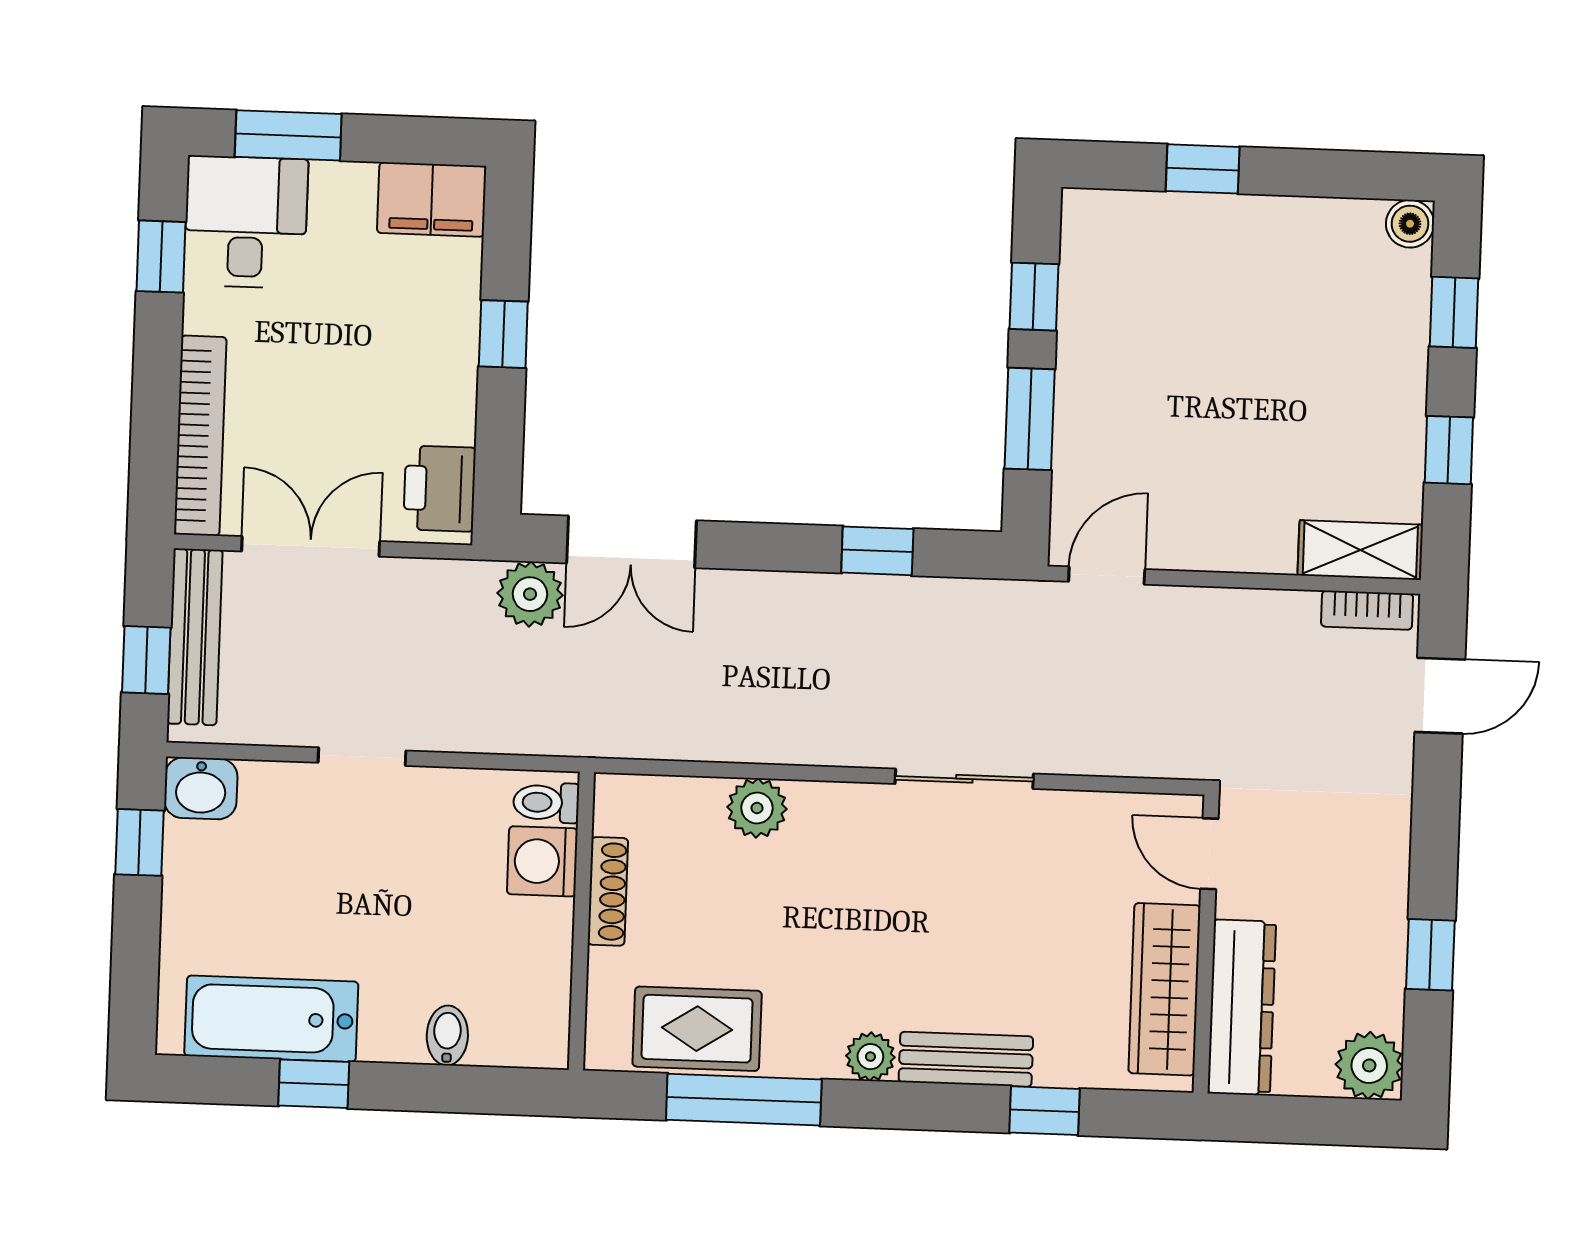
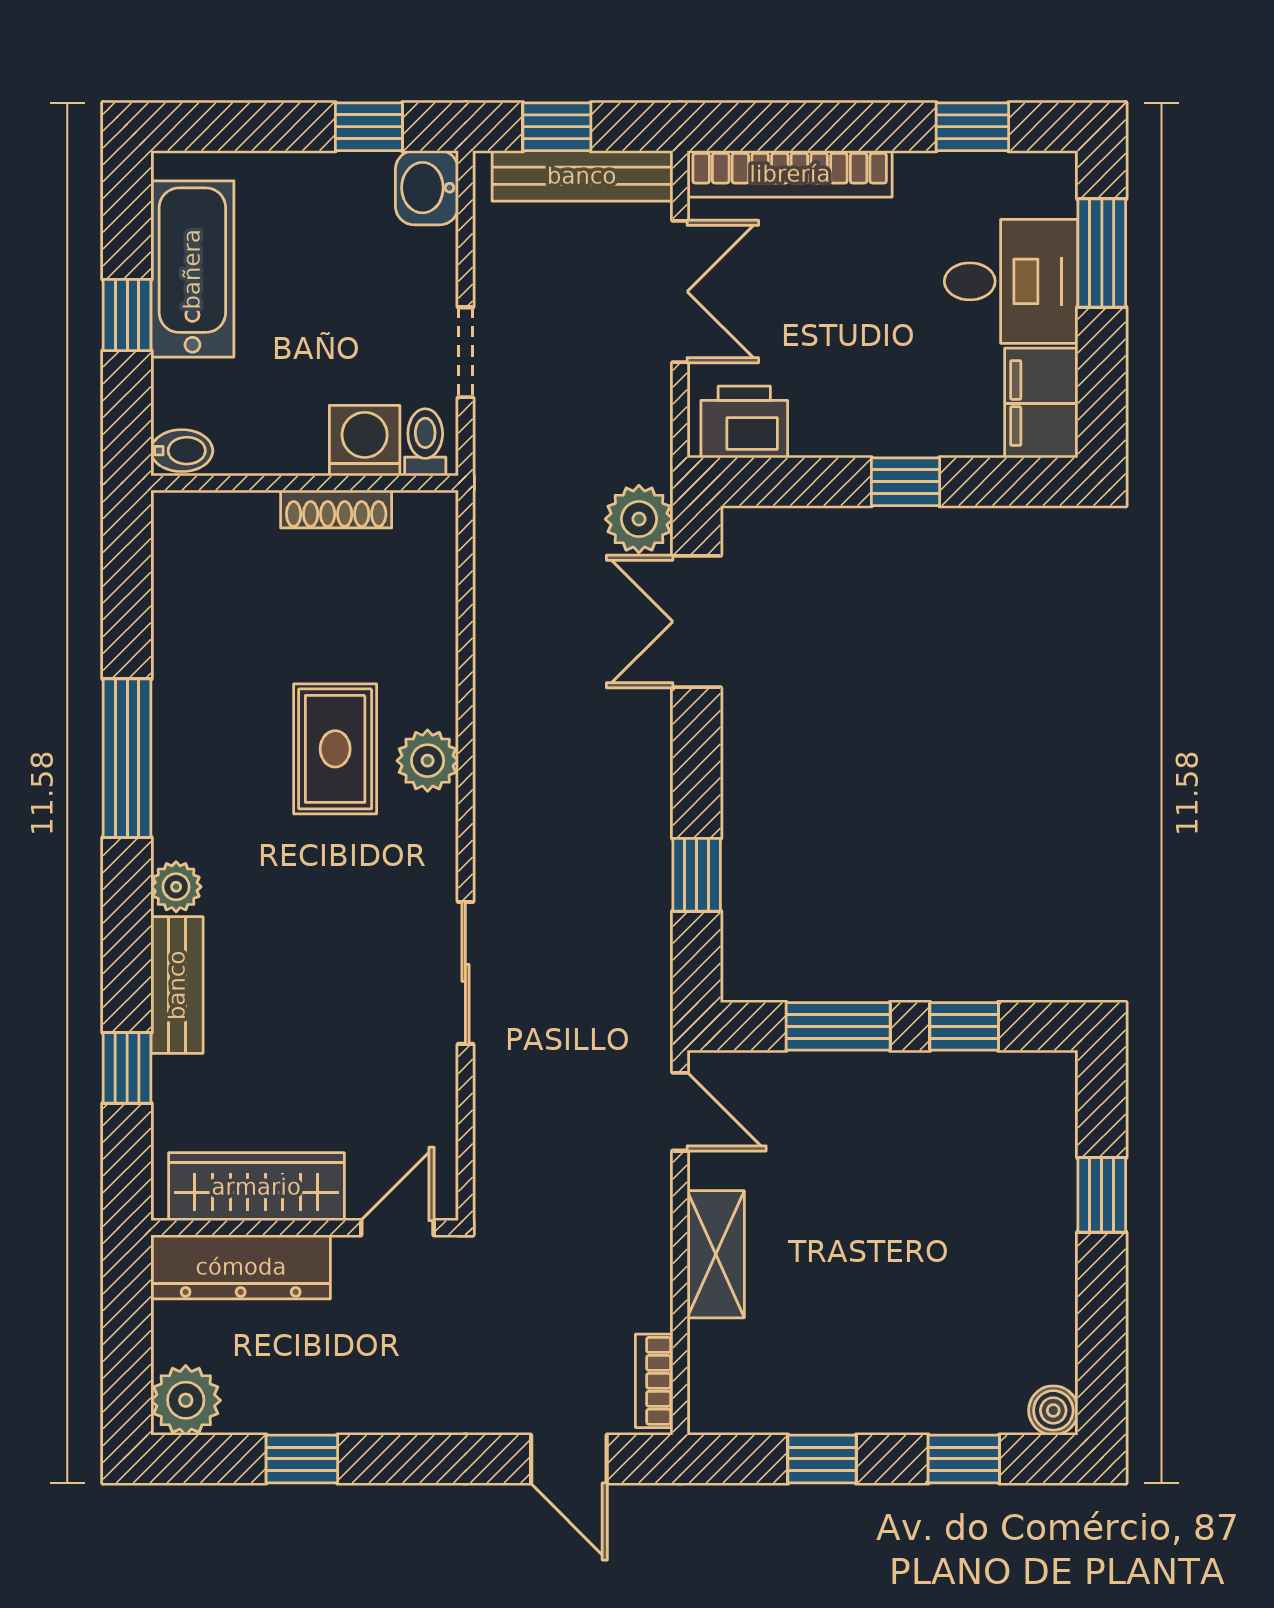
desk: (246, 222) -> (1011, 281), moved
shelving: (1360, 550) -> (716, 1254), moved
toilet: (546, 803) -> (425, 442), moved
washing machine: (542, 861) -> (365, 441), moved
shoe rack: (608, 891) -> (336, 509), moved
wall: (581, 921) -> (305, 483), moved
rug: (697, 1029) -> (335, 749), moved

